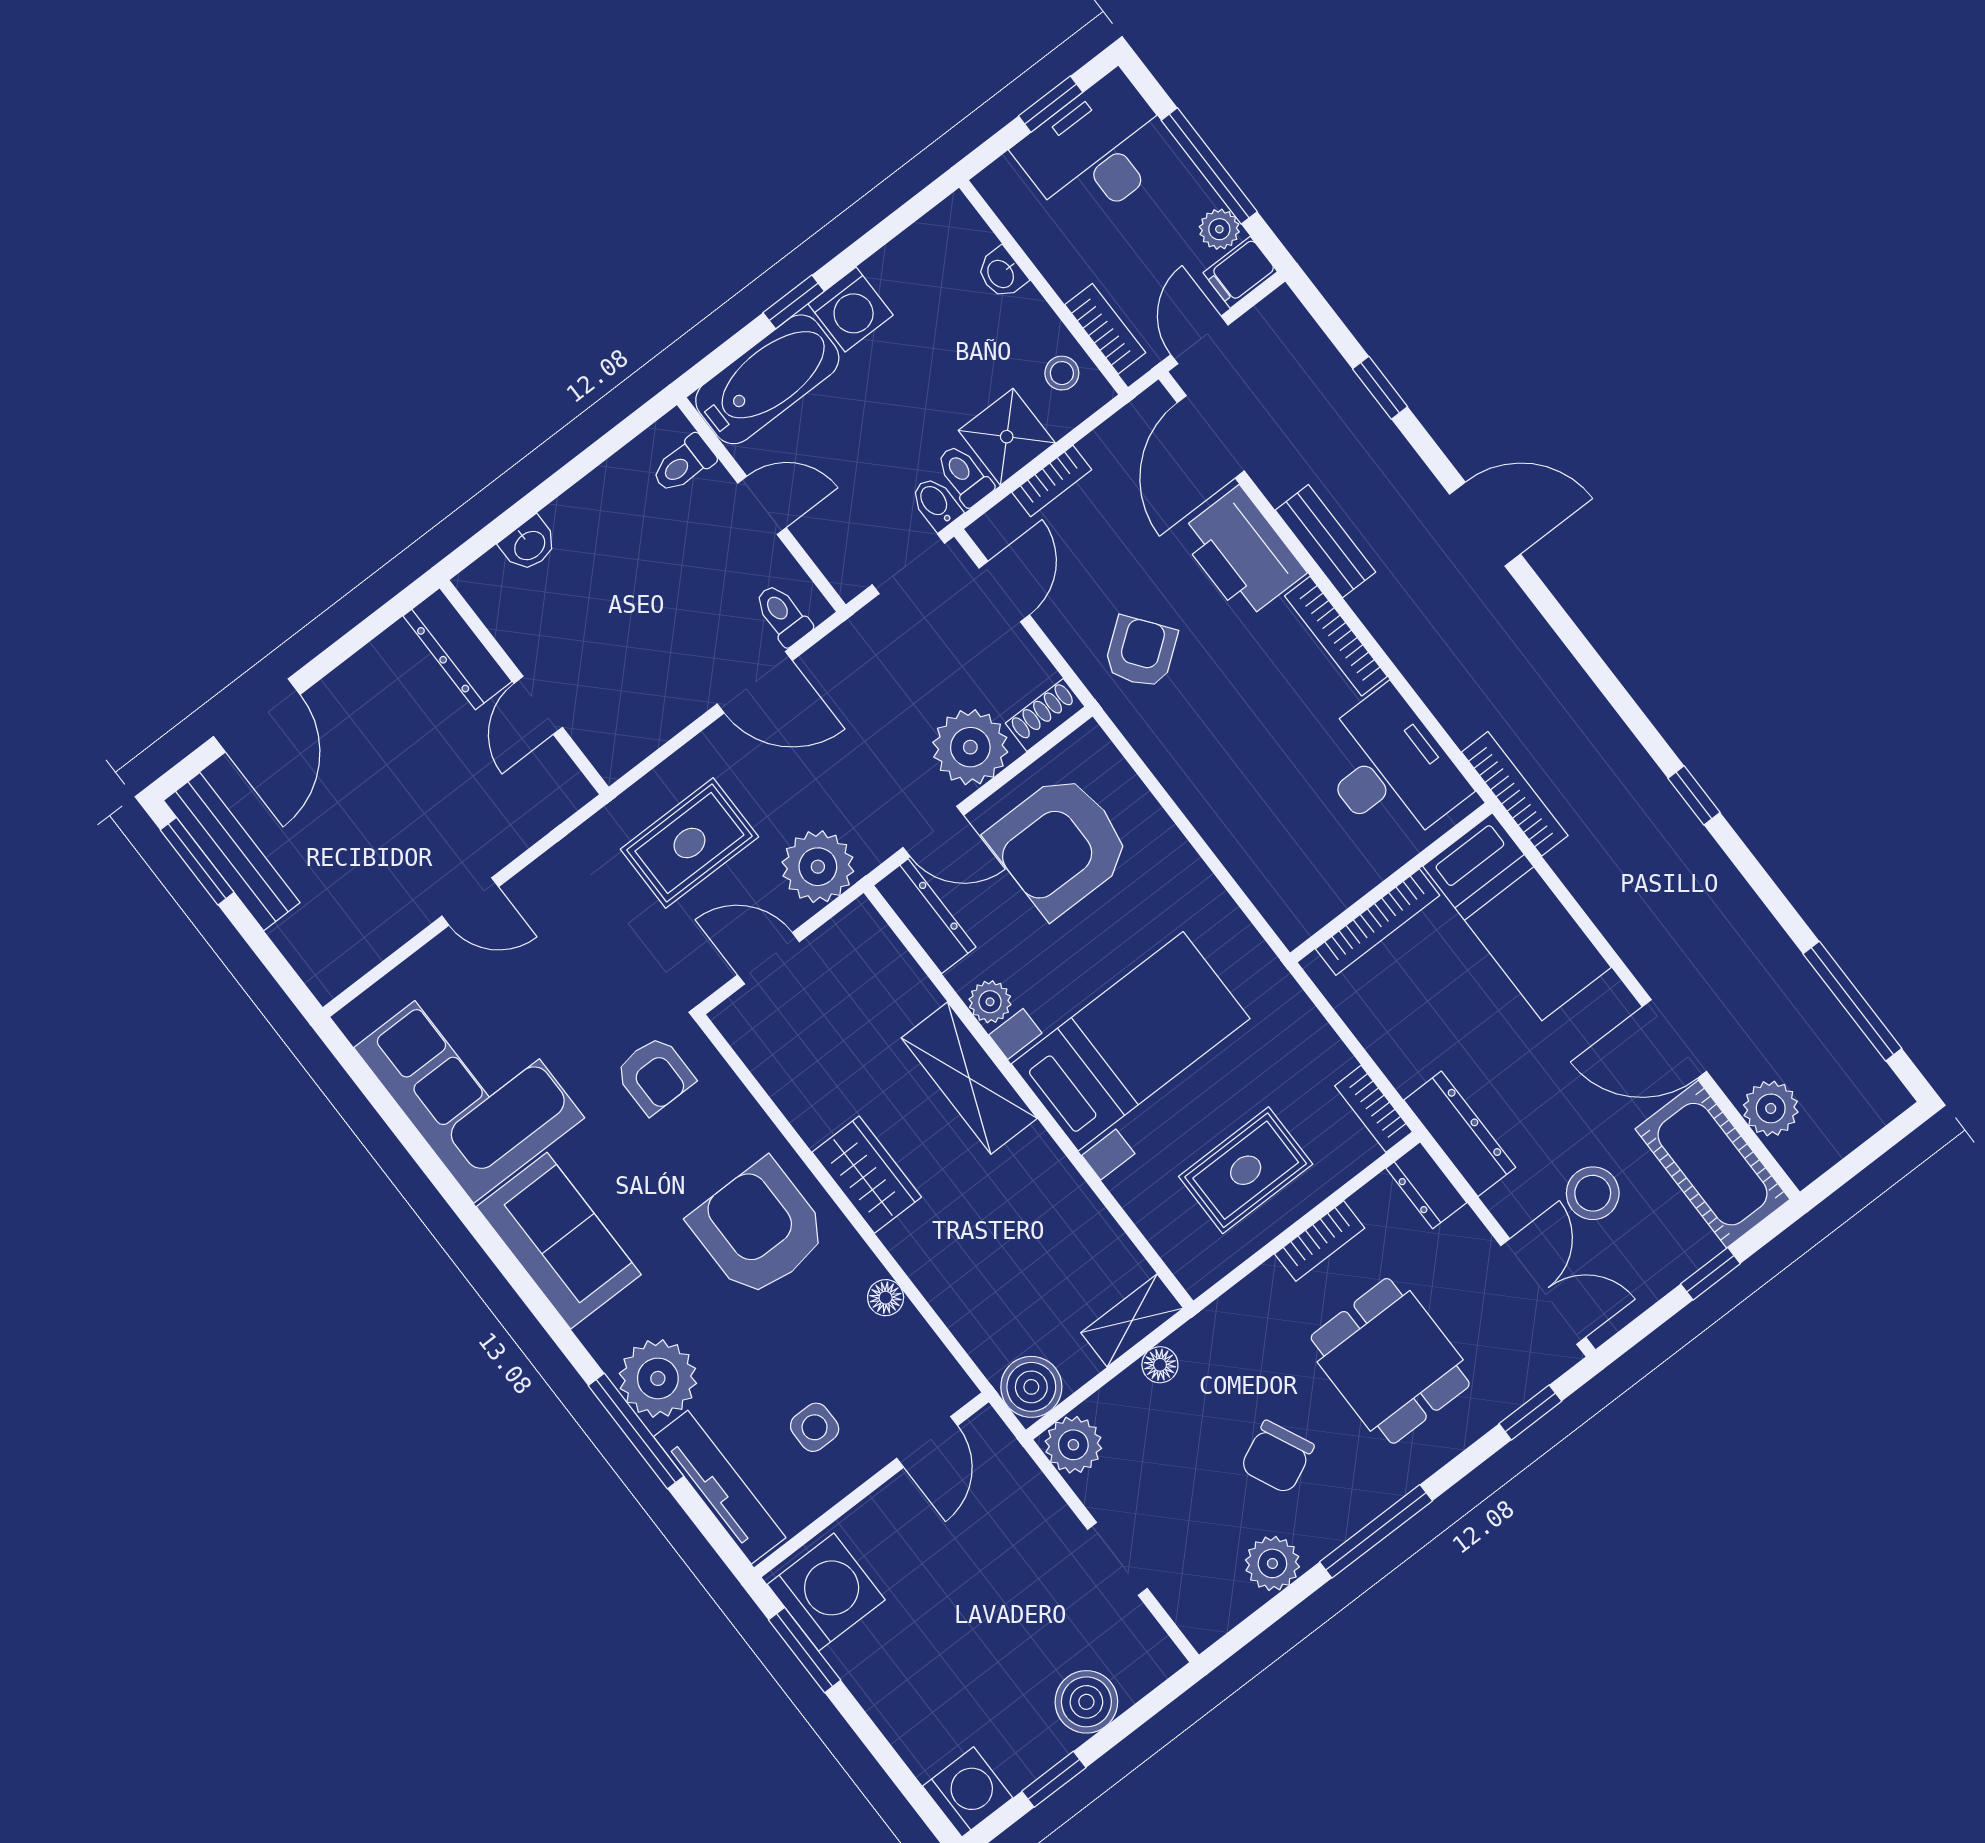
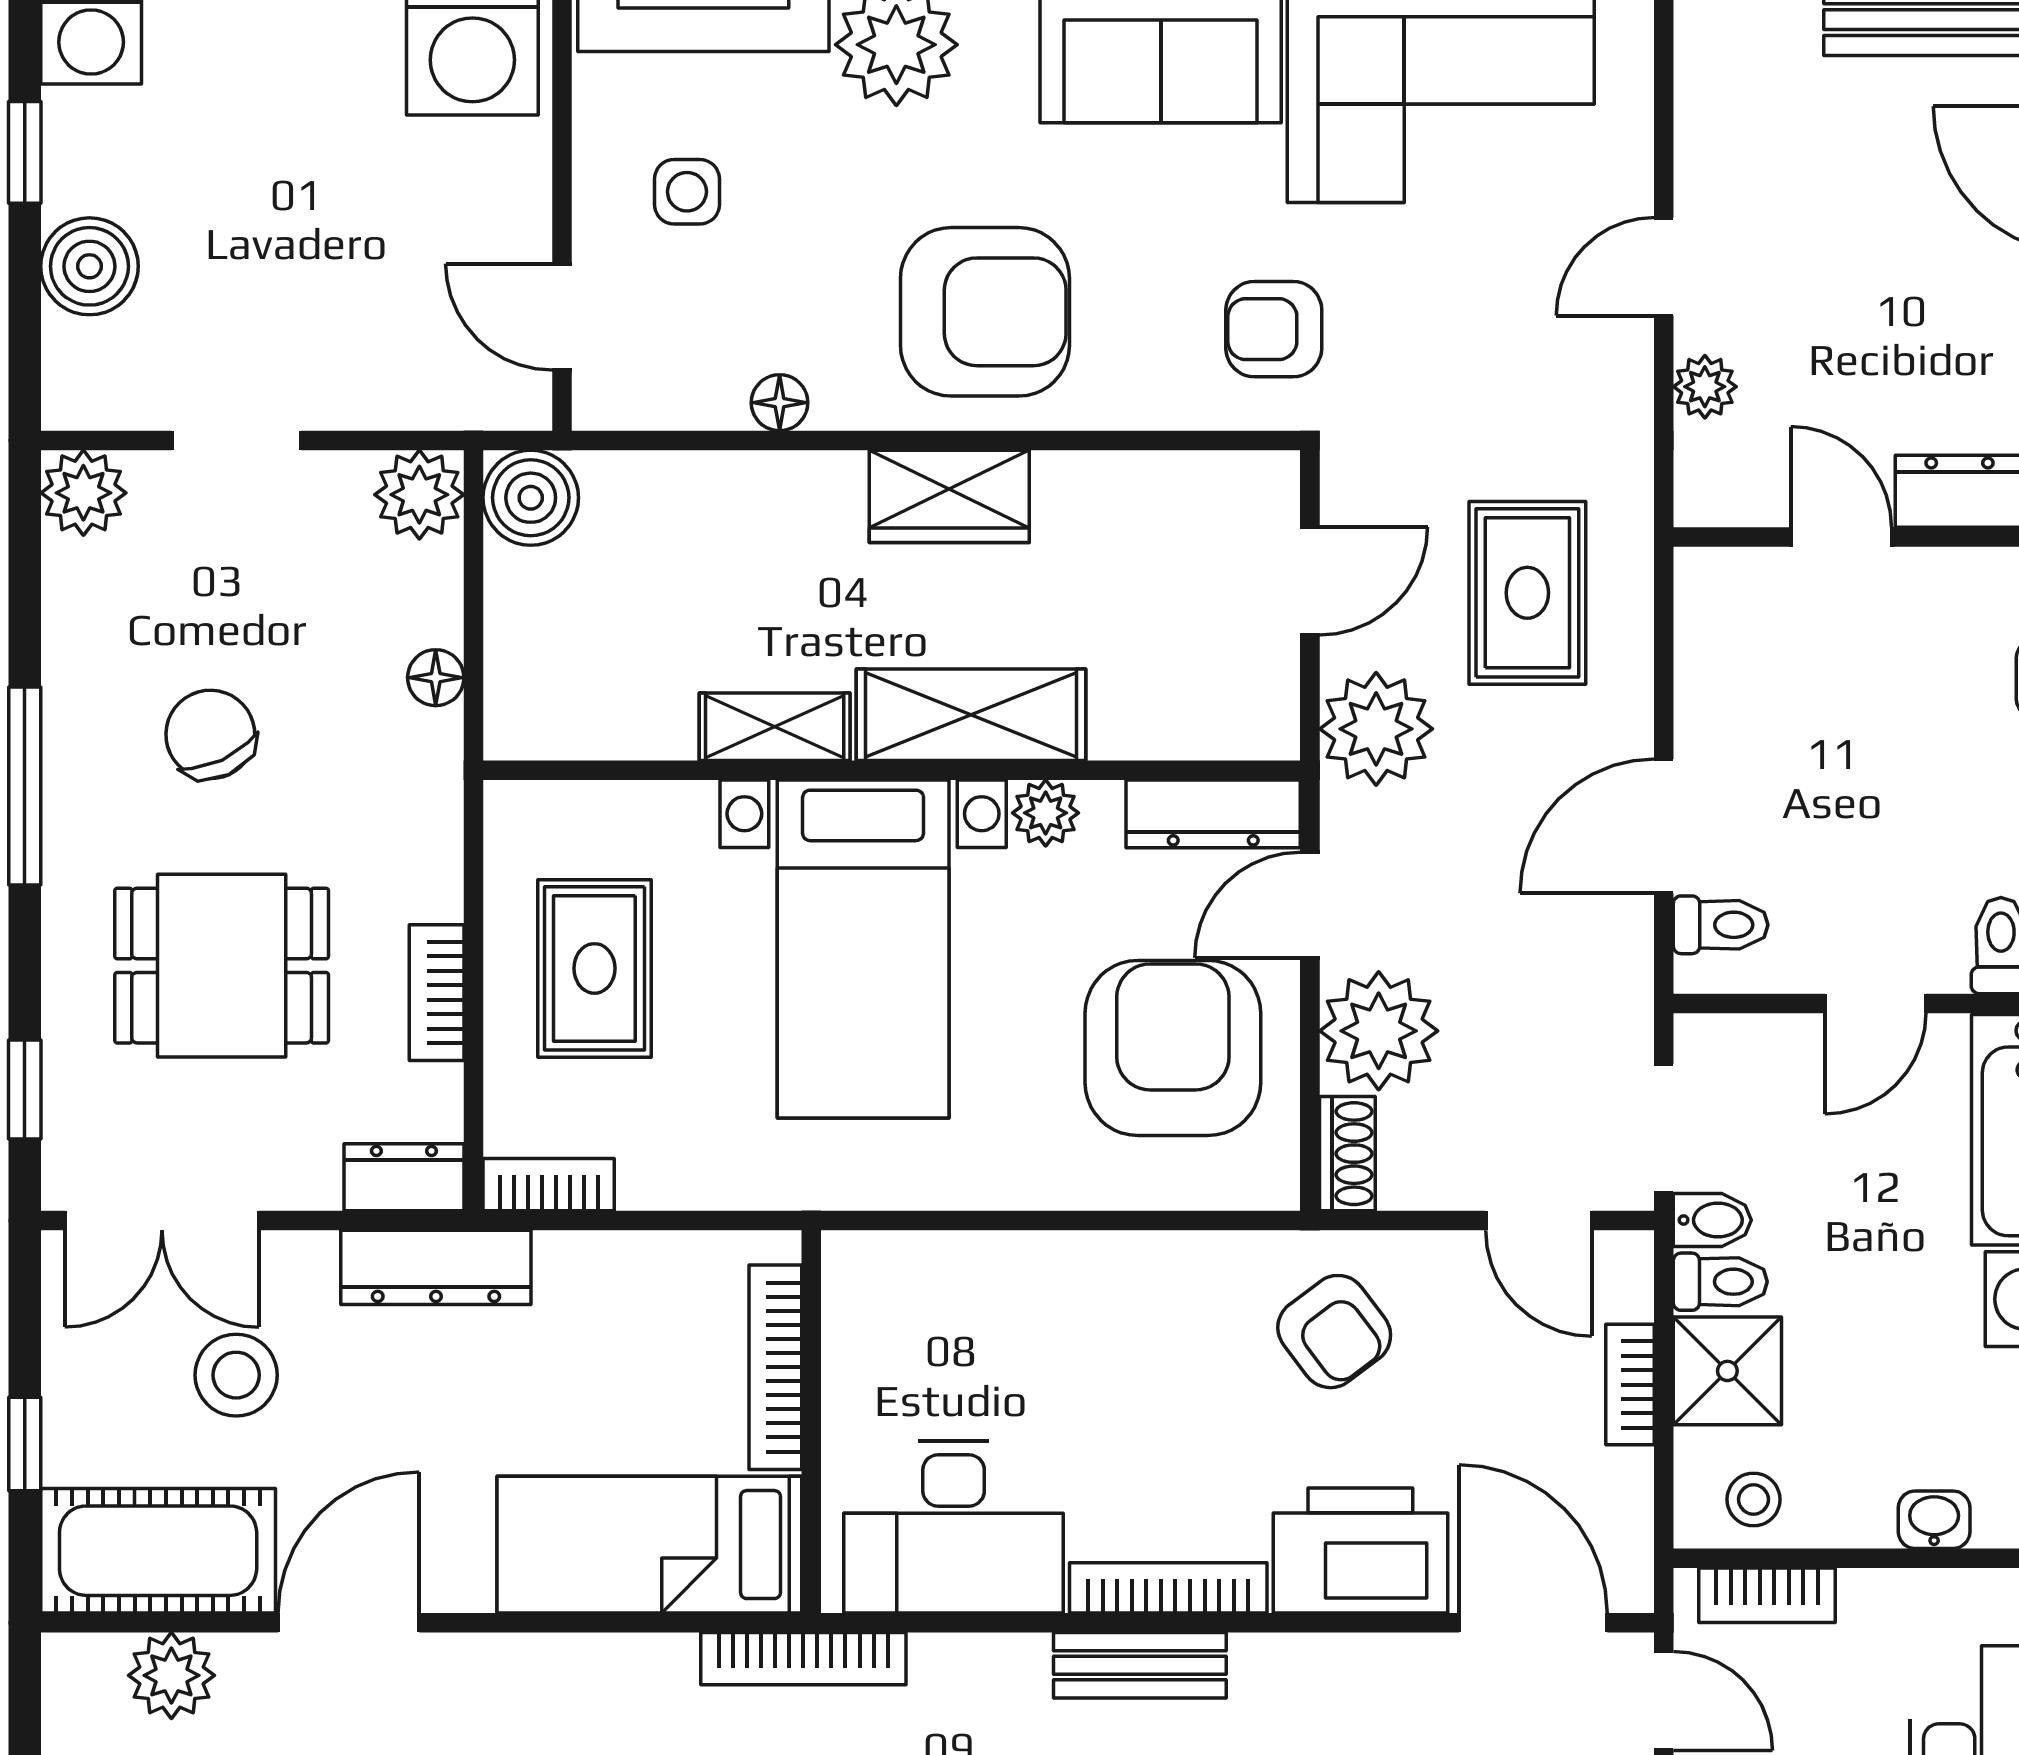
bench: (1325, 541) -> (1140, 1665), moved
plant: (515, 833) -> (1705, 387), added
shelving: (1132, 1320) -> (775, 727), moved, turned 90
plant: (1272, 1563) -> (83, 493), moved

